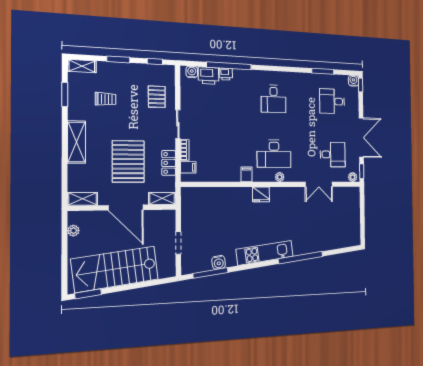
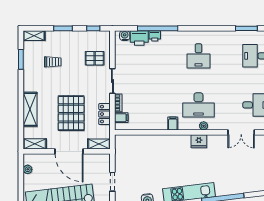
pallet: (157, 97) -> (95, 58), turned 90
shelving: (76, 142) -> (30, 109), moved
fridge: (261, 194) -> (199, 141), moved

